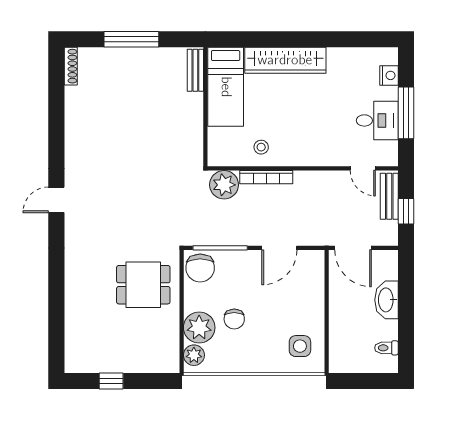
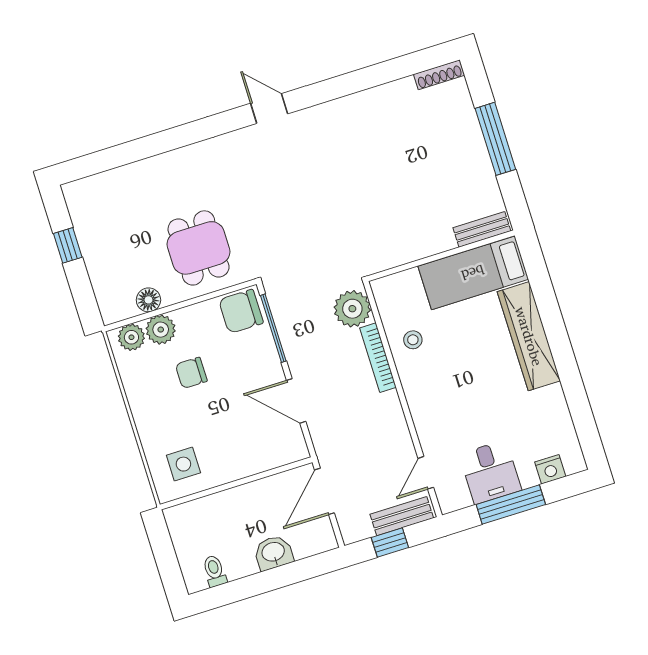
washbasin: (387, 300) -> (273, 553), width x0.72
plant: (199, 328) -> (161, 330), width x0.73, depth x0.73
floor lamp: (170, 334) -> (148, 300), added

